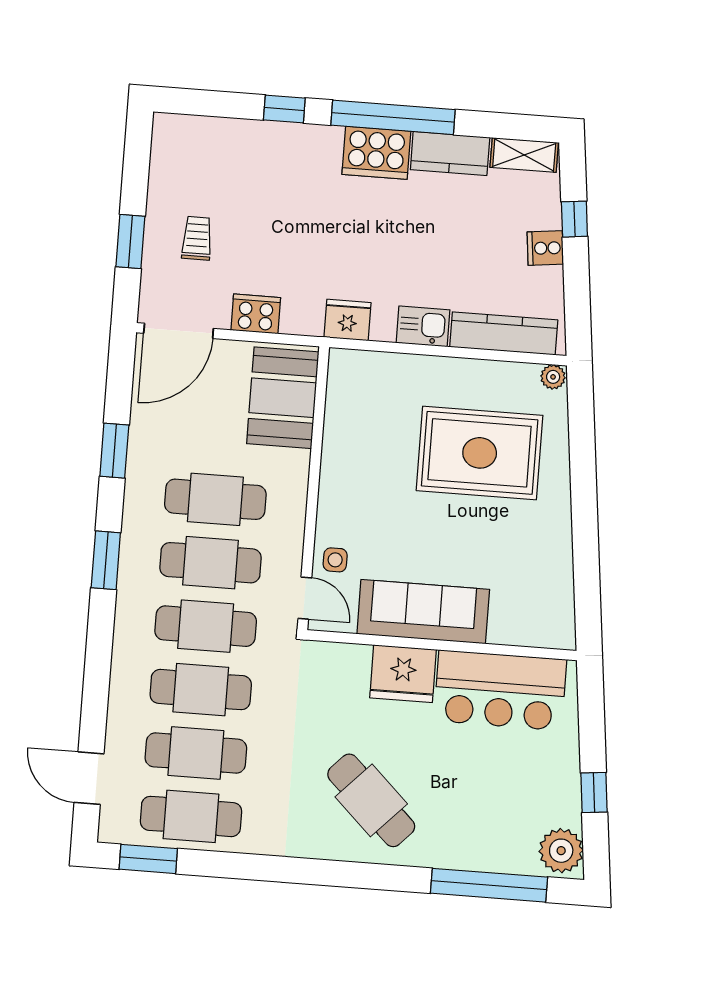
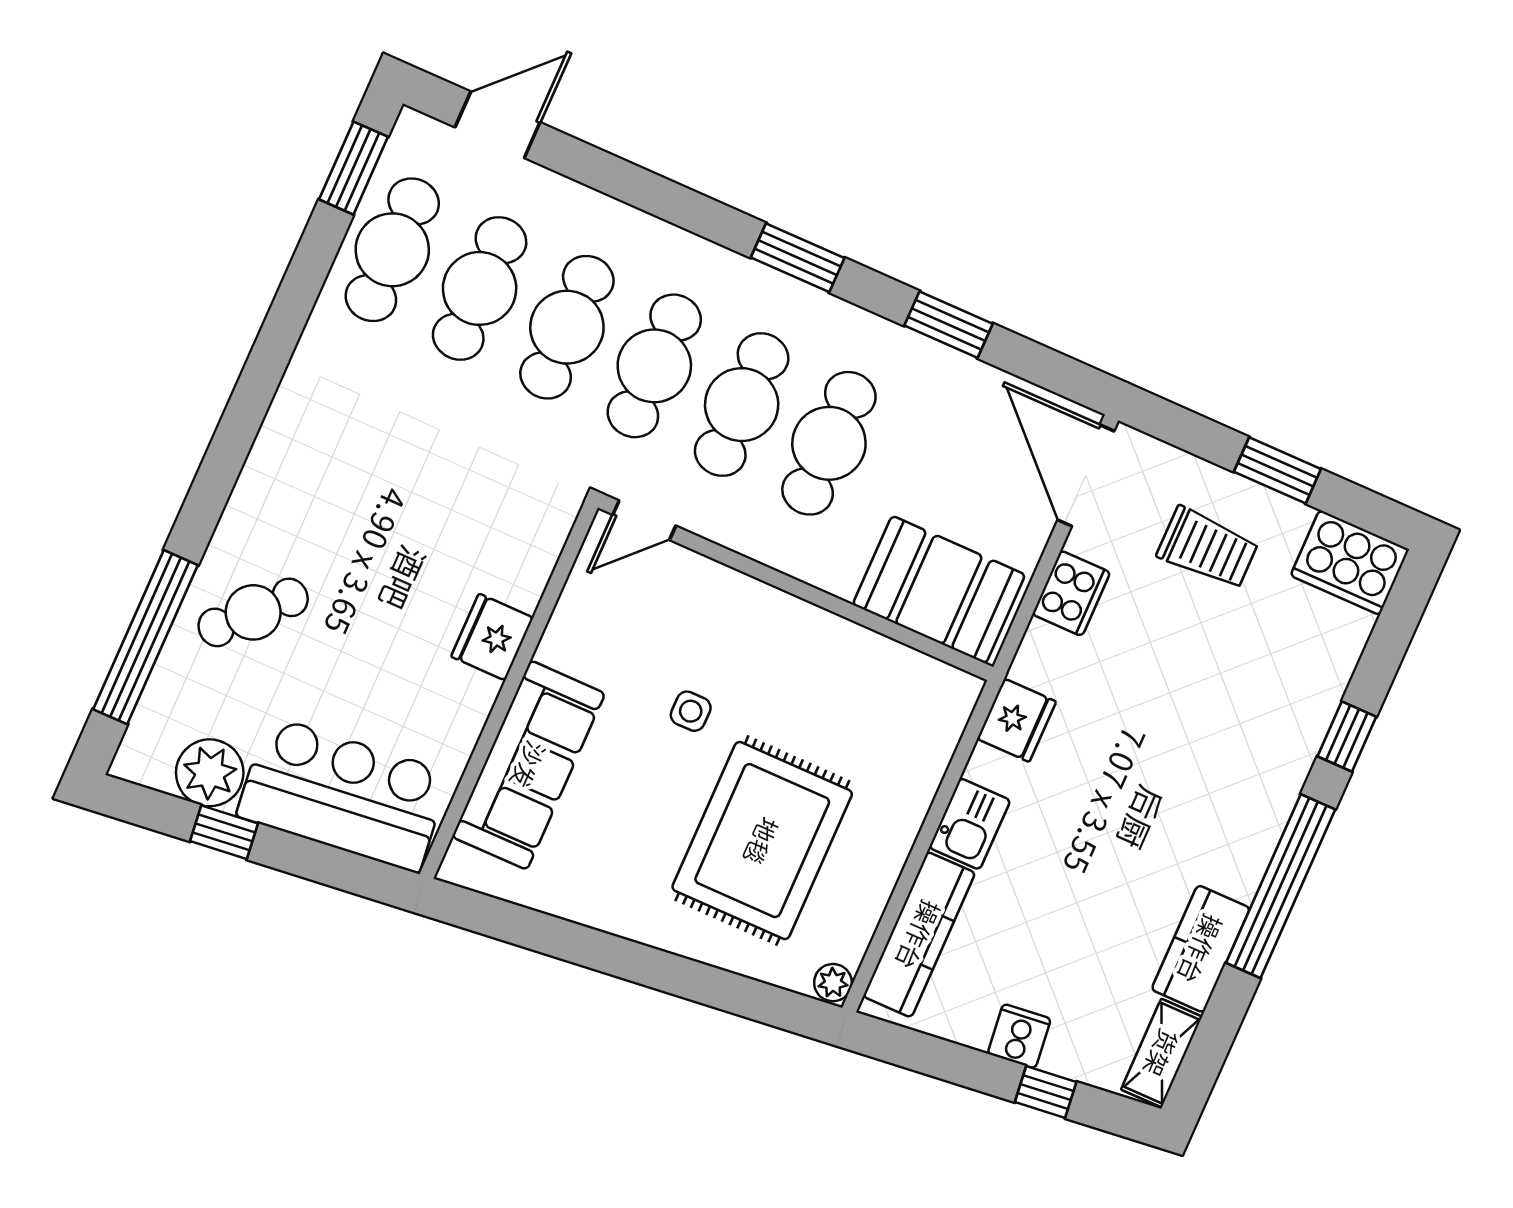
cooker: (376, 153) -> (1350, 563), moved, turned -90
trolley: (197, 238) -> (1208, 548), width x1.36, depth x1.39
window: (130, 242) -> (1277, 470), moved
side table: (335, 560) -> (691, 711), moved
sofa: (423, 612) -> (529, 765), moved
fridge: (403, 674) -> (492, 637), width x0.73, depth x0.75
bar counter: (500, 690) -> (343, 794), moved, turned 84
cafe table: (371, 800) -> (253, 612), moved, width x0.73, depth x0.74
plant: (561, 851) -> (210, 773), moved

